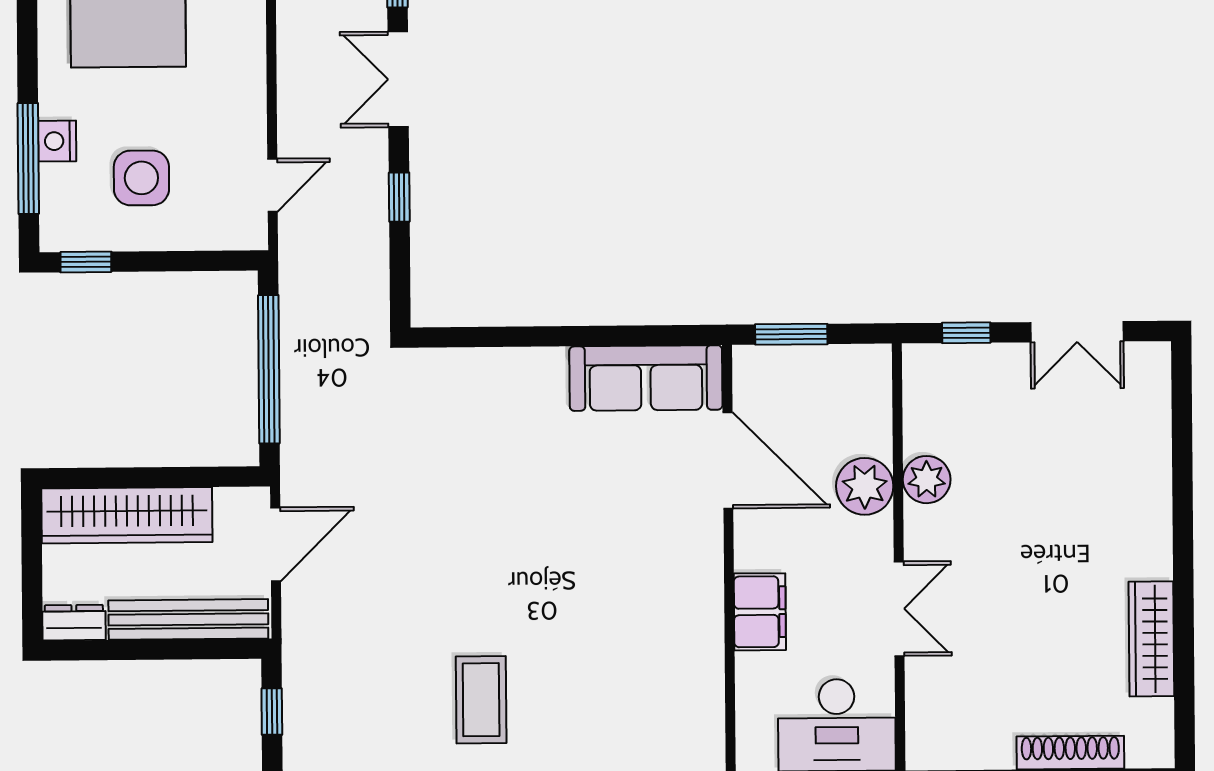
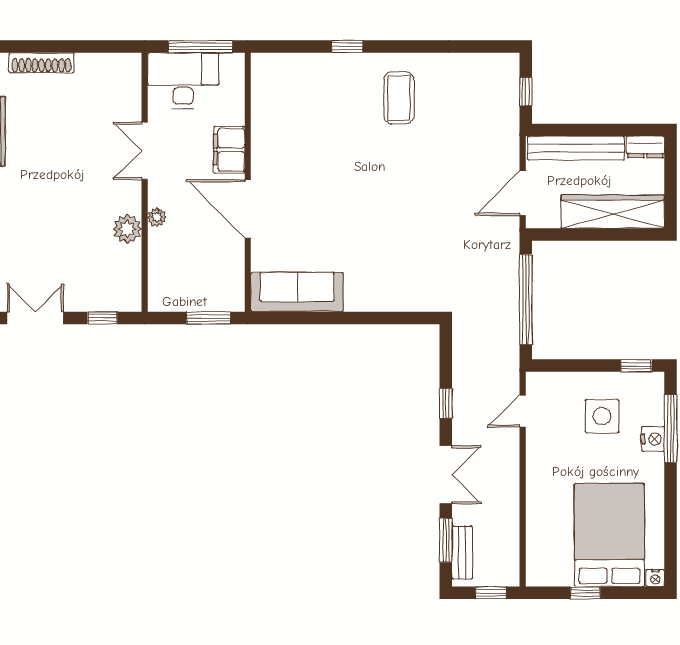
door: (728, 460) -> (248, 209), moved
plant: (865, 486) -> (157, 217), width x0.53, depth x0.53

